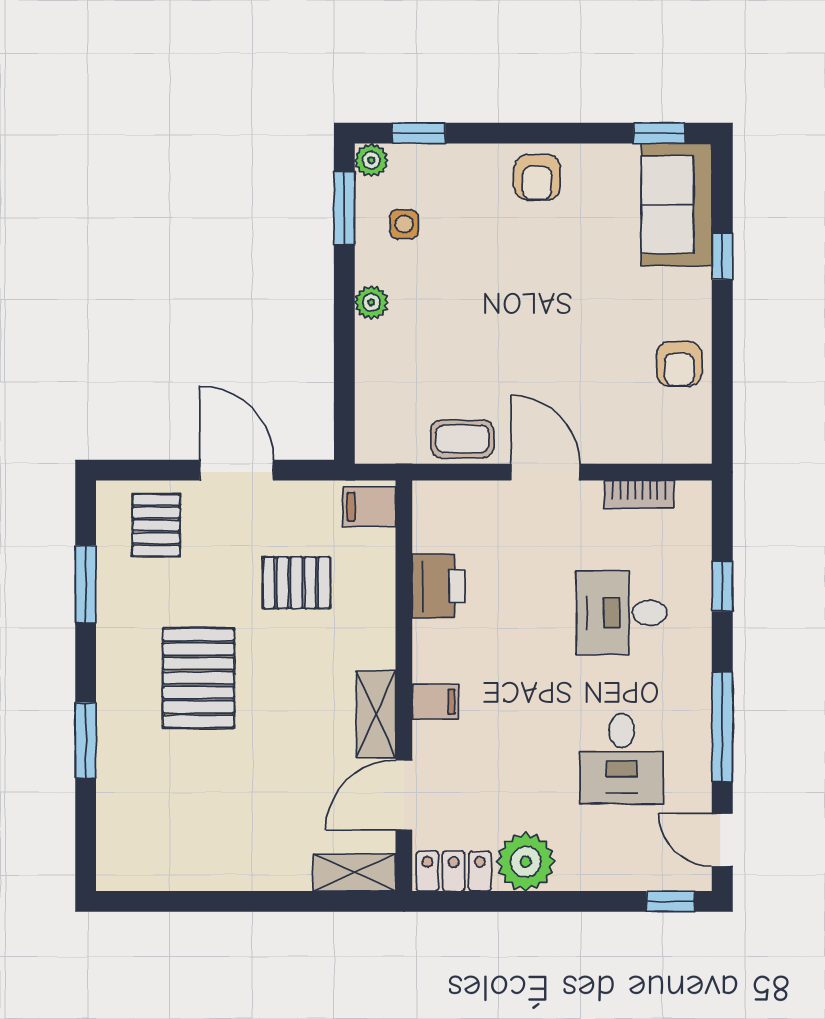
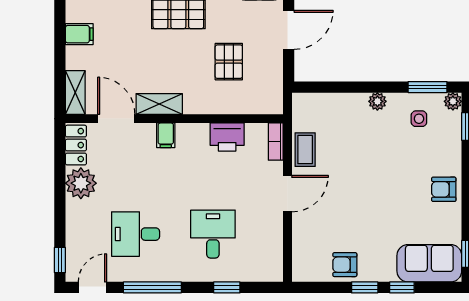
window: (722, 327) -> (365, 287), added
bookcase: (639, 494) -> (276, 142), moved
filing cabinet: (369, 507) -> (79, 34), moved, turned 90

